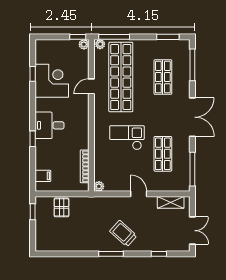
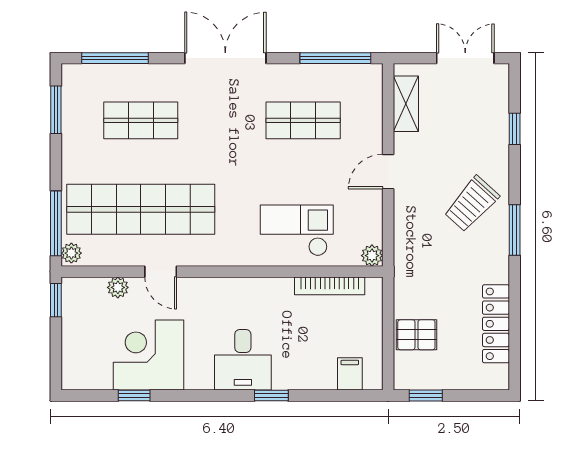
plant: (84, 44) -> (118, 287), moved
checkout: (127, 138) -> (297, 230), moved, turned 90
locker: (67, 245) -> (496, 324), added

